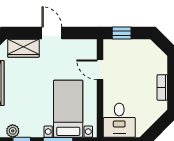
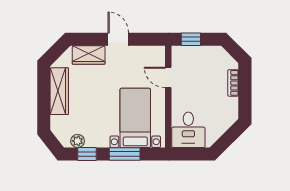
bookcase: (162, 87) -> (233, 83), moved

